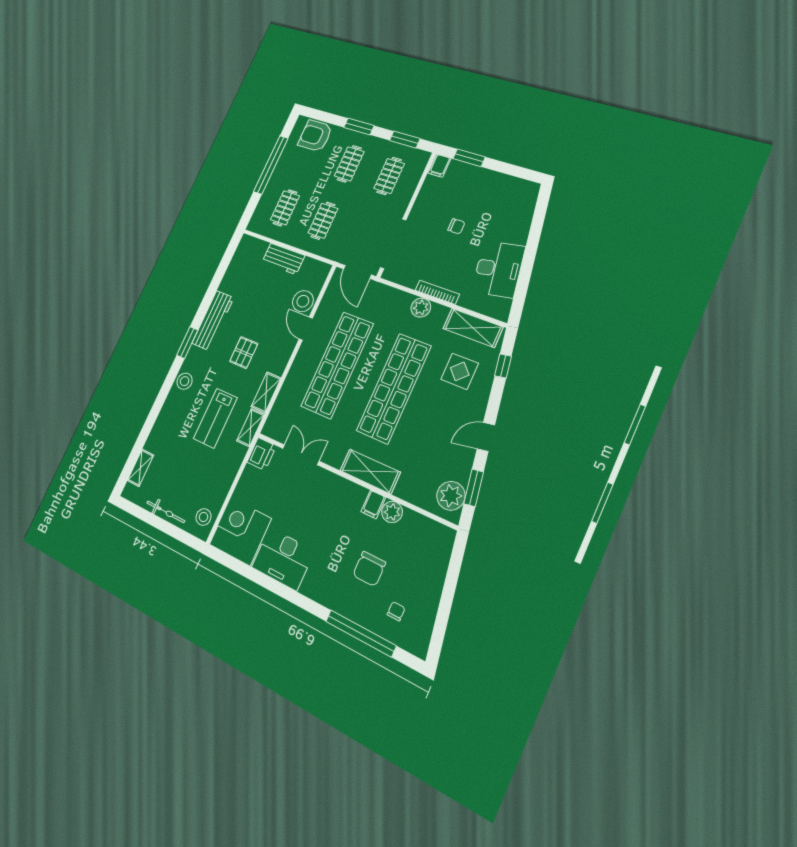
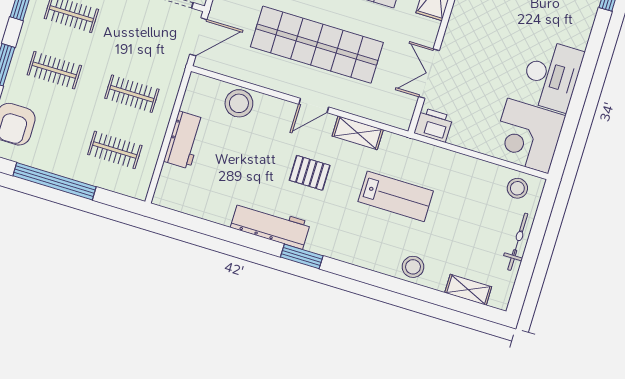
door: (306, 329) -> (314, 106), moved
stool: (185, 381) -> (413, 267), moved
shelving: (251, 428) -> (403, 146), removed

